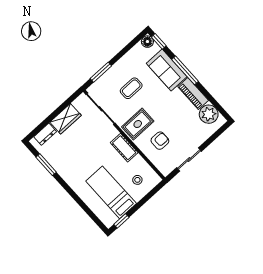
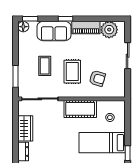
window: (185, 70) -> (66, 19), width x0.46
rug: (138, 124) -> (72, 72), moved
armchair: (160, 141) -> (97, 78), turned 106
cot: (124, 148) -> (80, 109), width x1.37, depth x1.34
sliding door: (189, 159) -> (128, 56), moved

